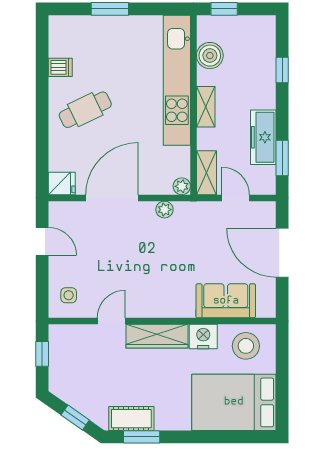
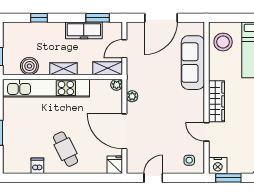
sofa: (226, 301) -> (193, 63), width x1.36
nightstand: (203, 337) -> (218, 166), moved, turned -90
window: (42, 354) -> (228, 178), width x1.50

